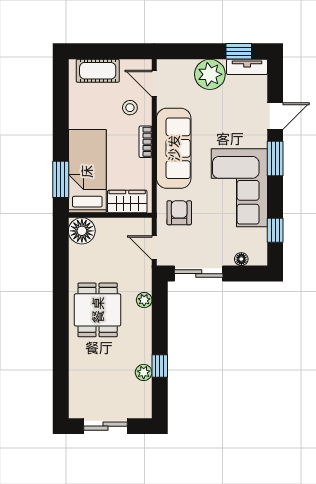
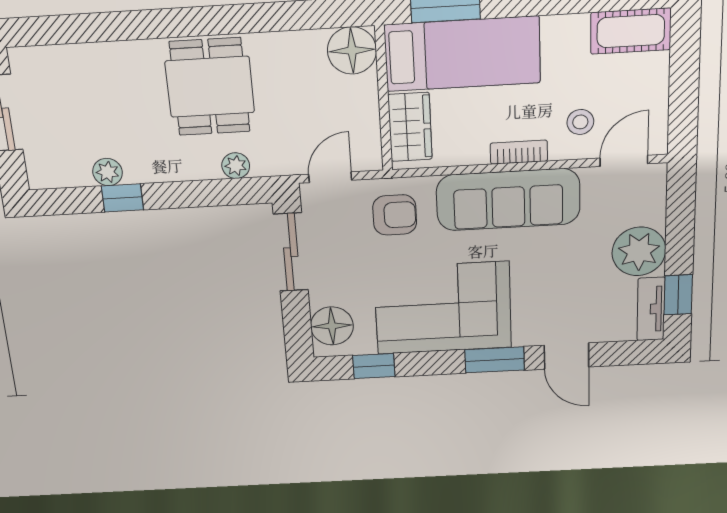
cot: (98, 71) -> (631, 31), moved, turned 90
floor lamp: (241, 259) -> (332, 326), width x1.89, depth x1.89
dining table: (98, 310) -> (210, 87), turned 90

